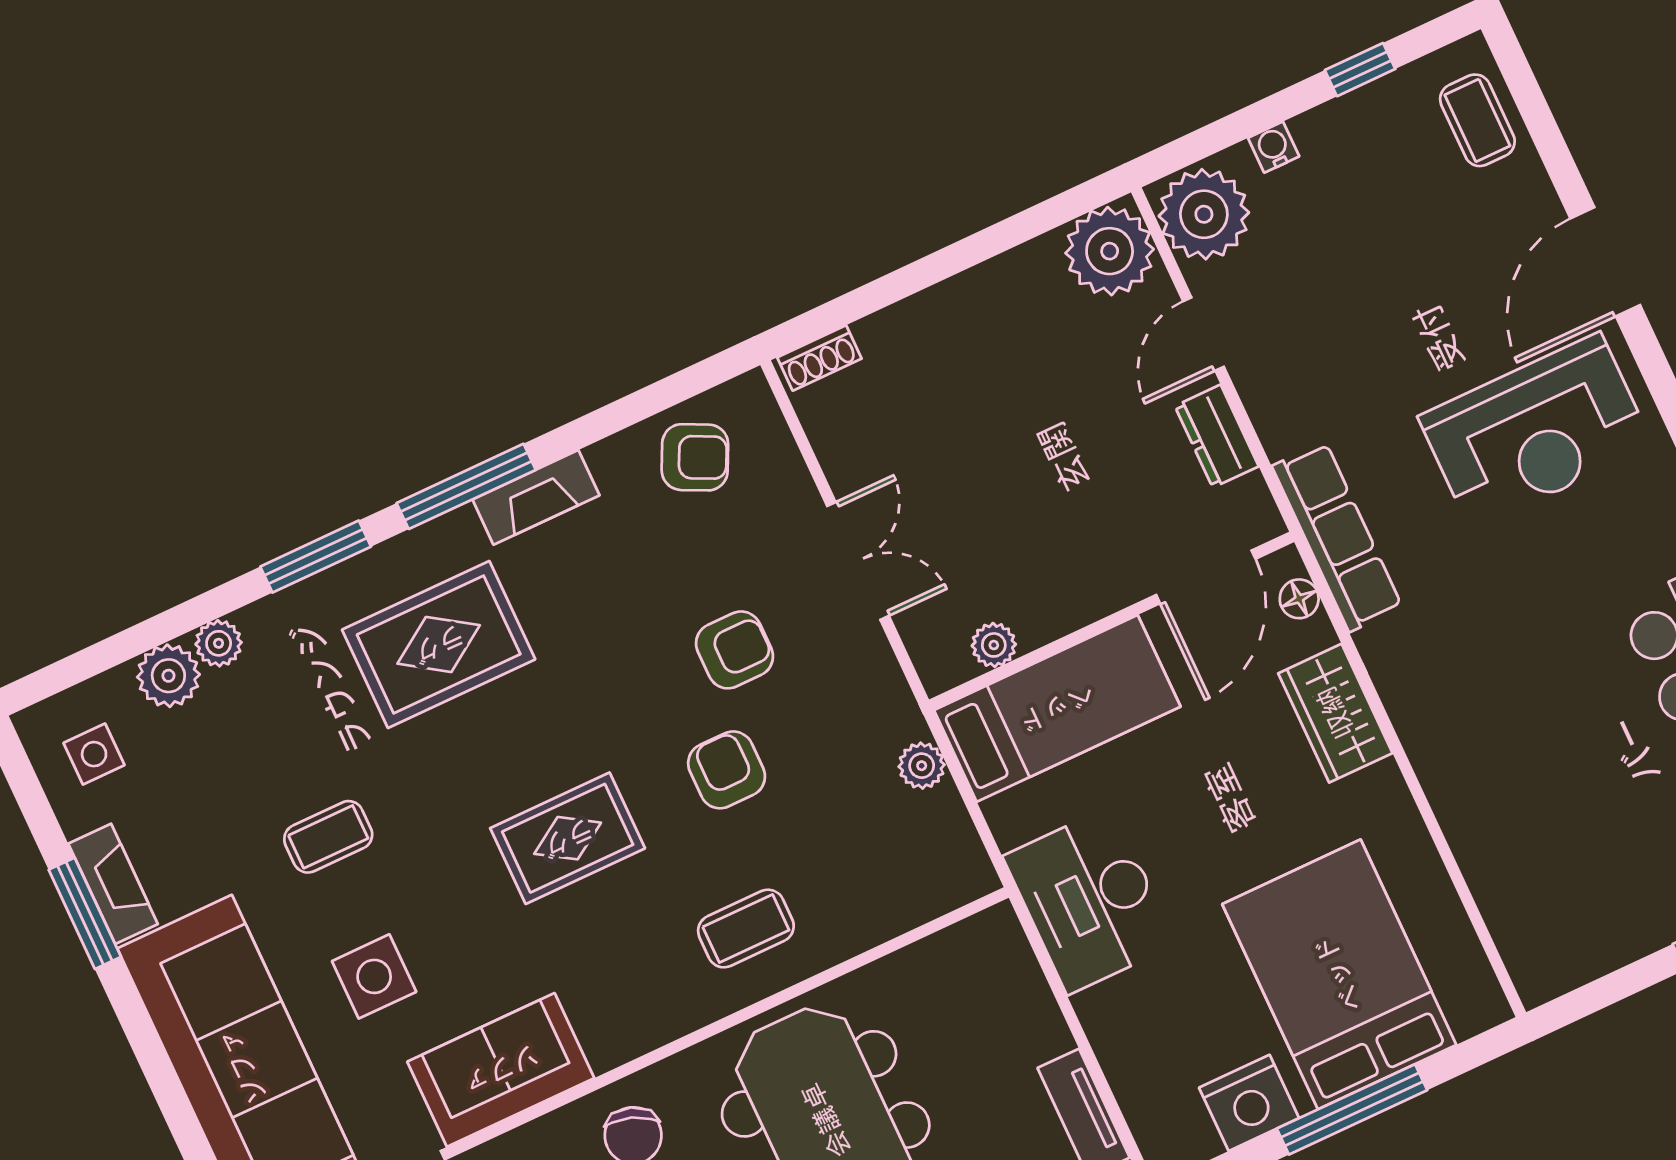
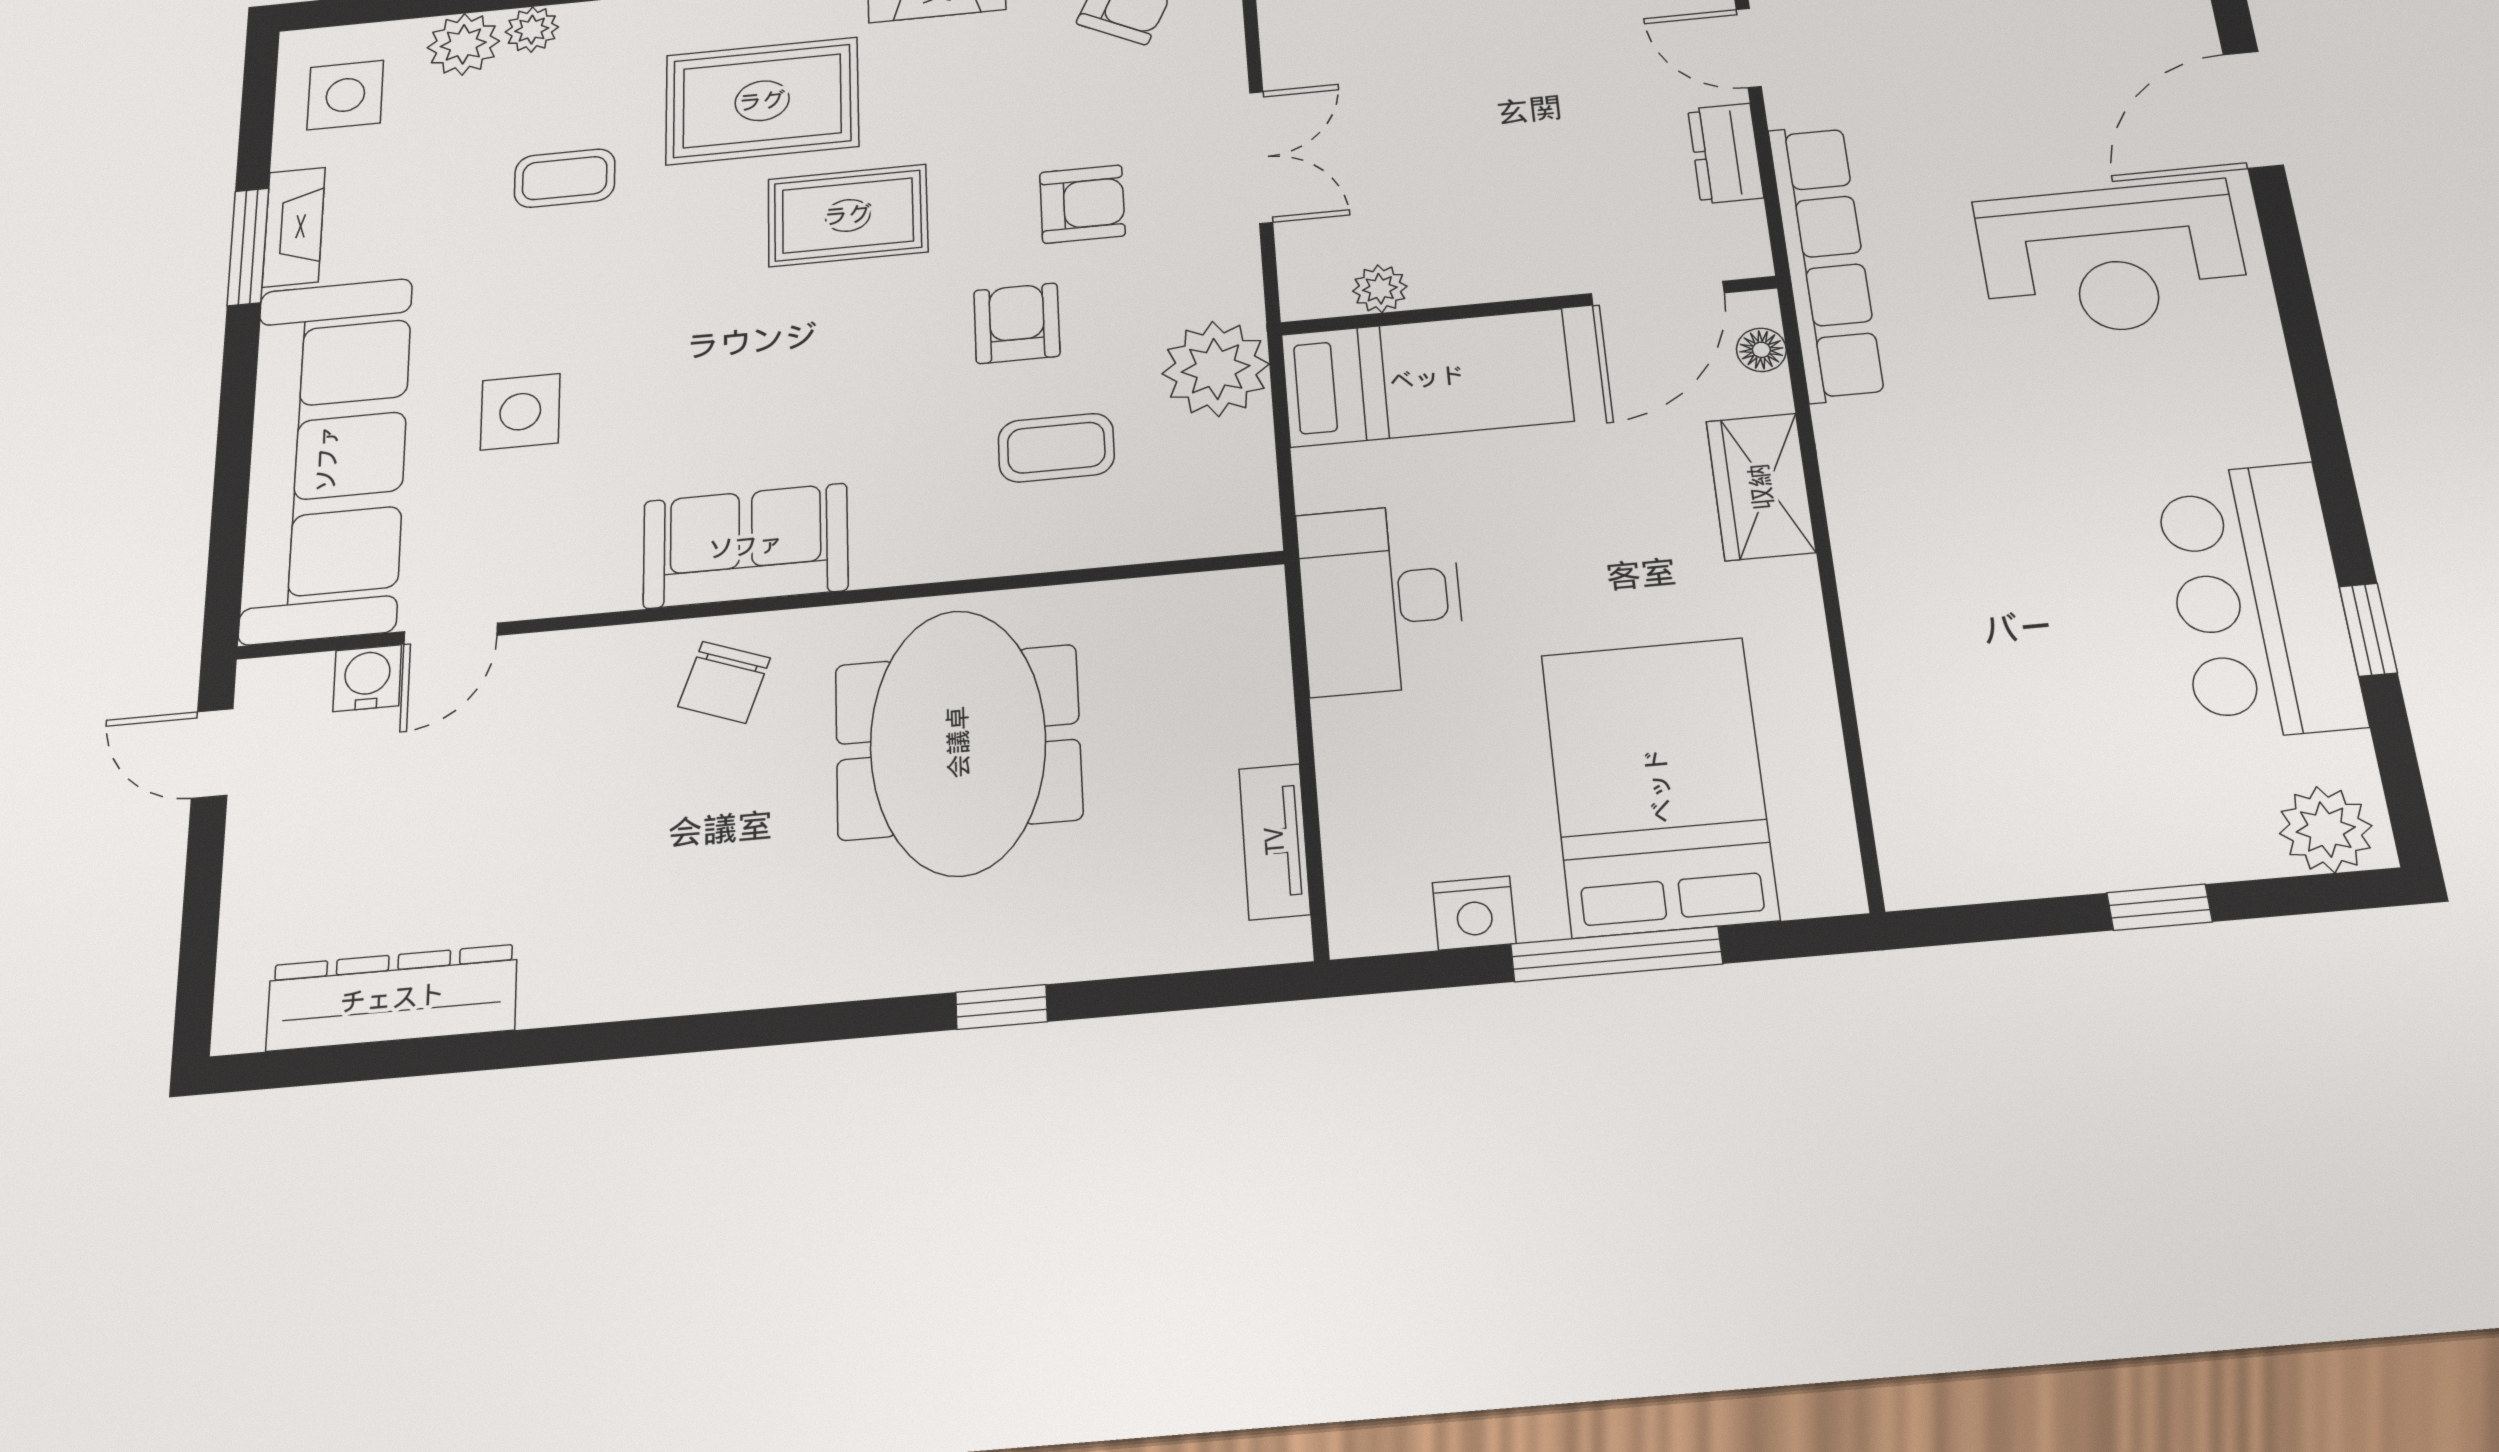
door: (1203, 334) -> (1749, 48), hinge flipped
row of seats: (1337, 537) -> (1826, 261), width x1.36
side table: (94, 754) -> (345, 95), width x1.37, depth x1.37
plant: (922, 766) -> (1216, 369), width x1.87, depth x1.87
coffee table: (328, 837) -> (565, 178), moved
rug: (568, 838) -> (848, 215), moved
coffee table: (746, 929) -> (1056, 448), moved
sofa: (501, 1070) -> (746, 546), moved
nightstand: (1249, 1103) -> (1474, 913), width x0.74, depth x0.75

